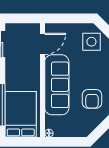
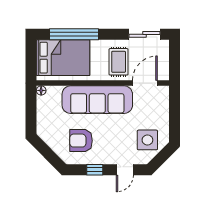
door: (42, 44) -> (145, 83), swing flipped
rug: (24, 67) -> (119, 62), added

